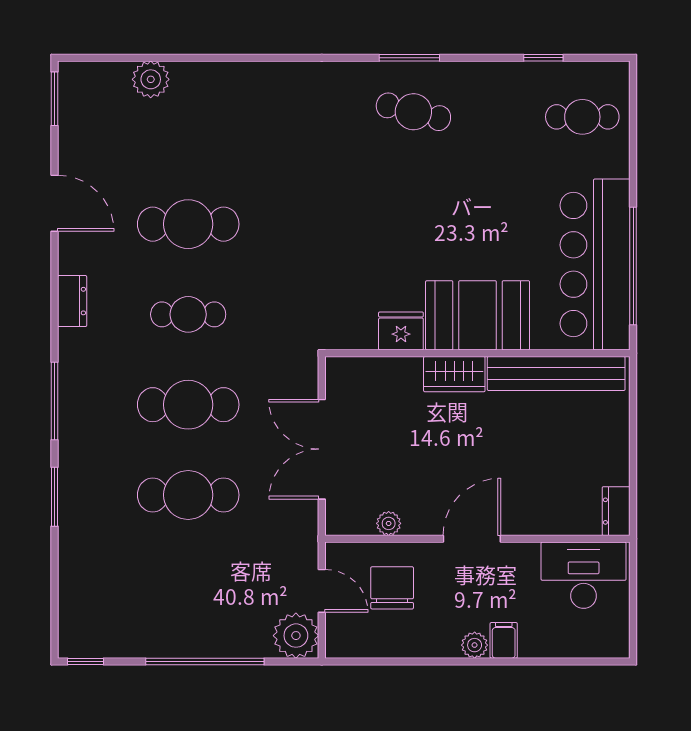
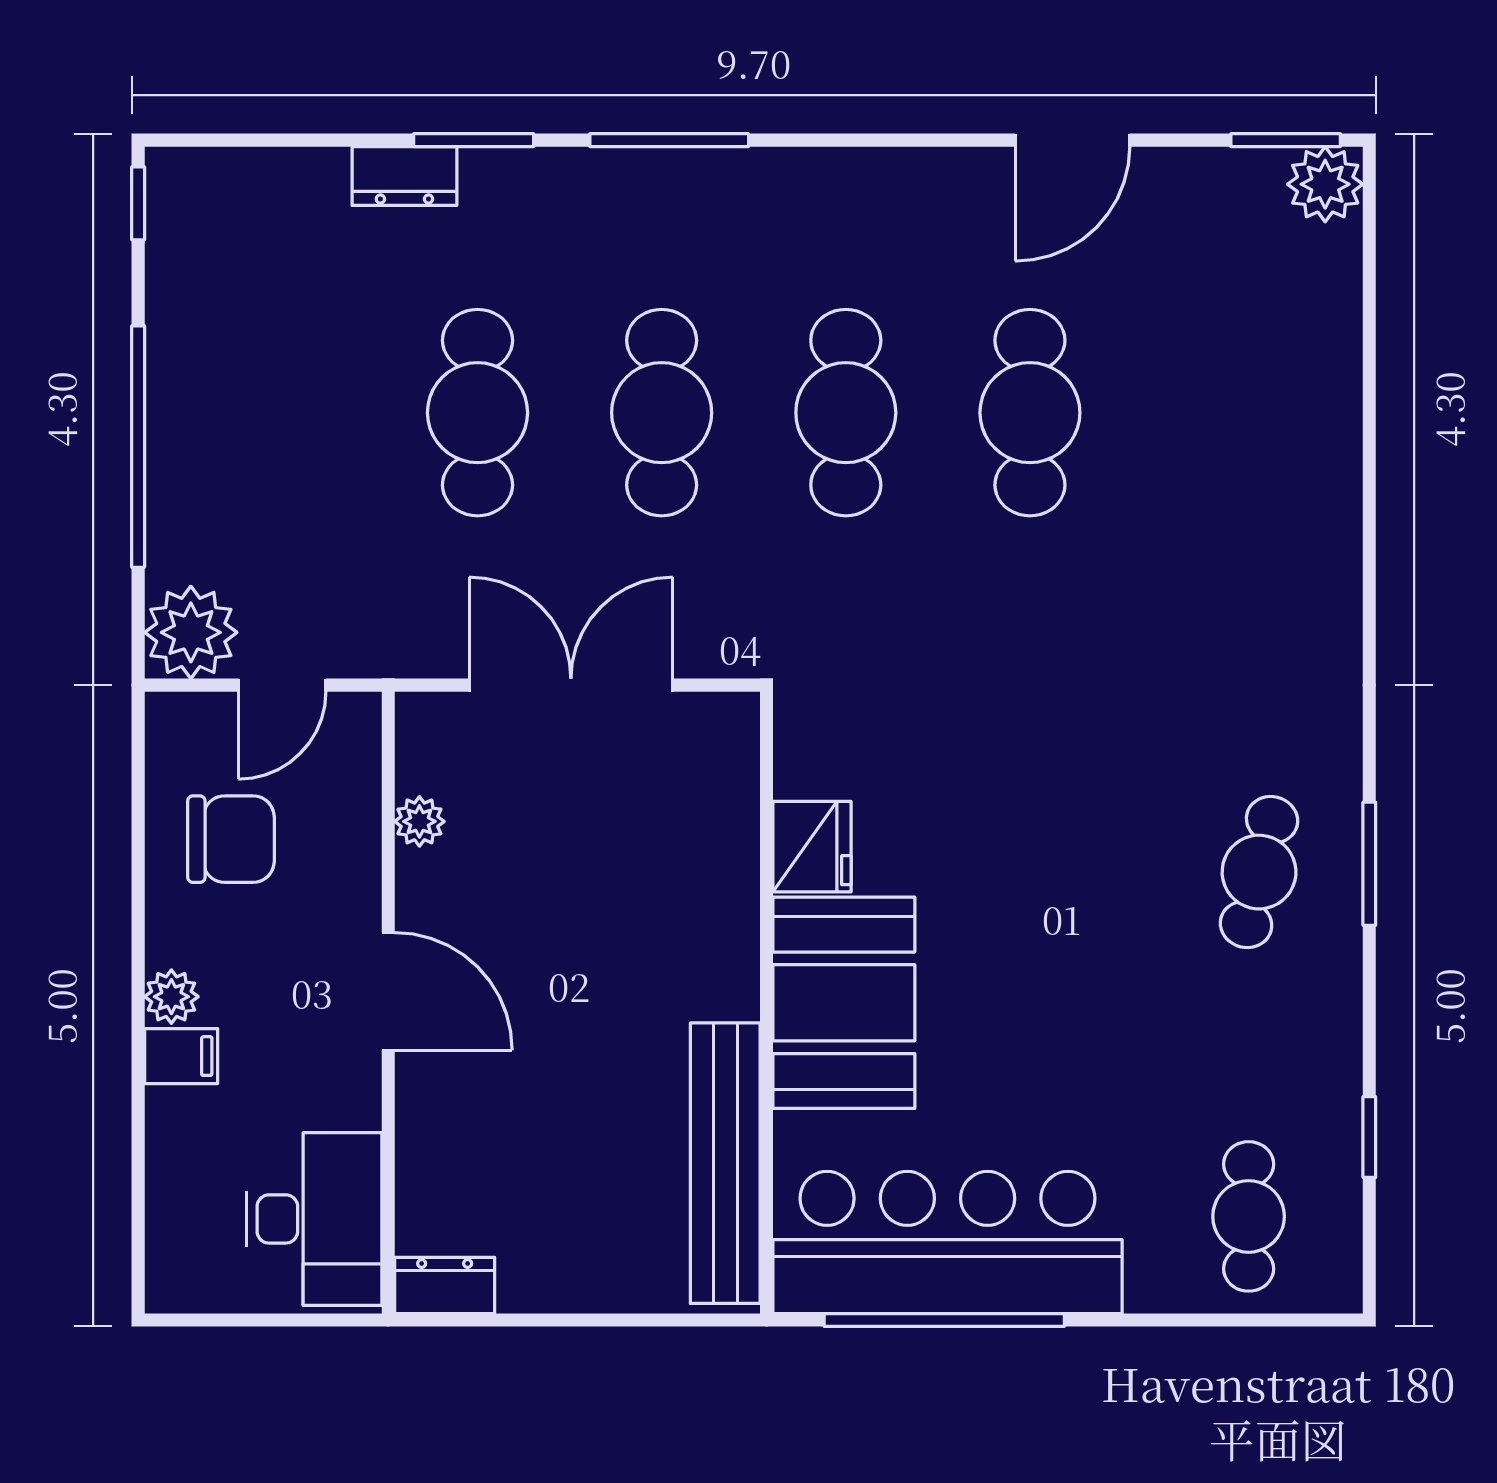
plant: (151, 79) -> (1325, 184), moved
dresser: (72, 301) -> (404, 176), moved
cafe table: (188, 314) -> (846, 413), width x1.37, depth x1.35
wardrobe: (454, 374) -> (724, 955), removed
chair: (392, 588) -> (231, 839), moved

